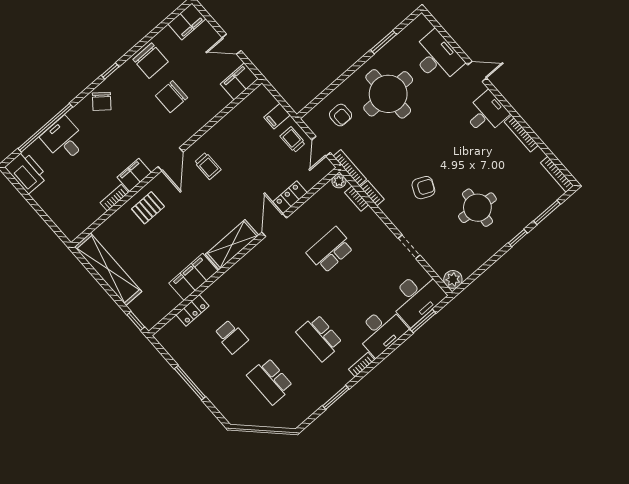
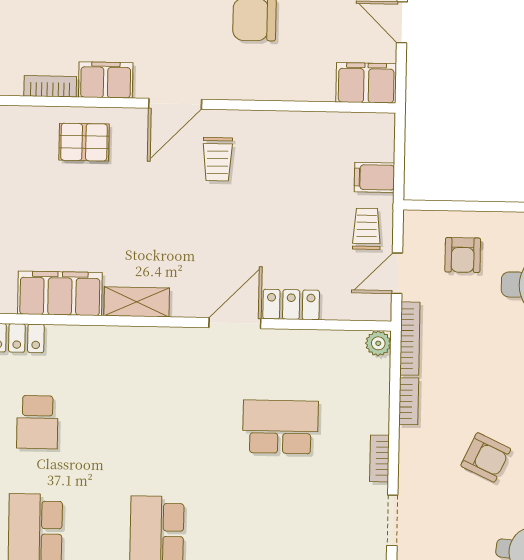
bookcase: (357, 199) -> (379, 458), moved
shelving: (232, 245) -> (137, 302), width x0.67, depth x0.75

